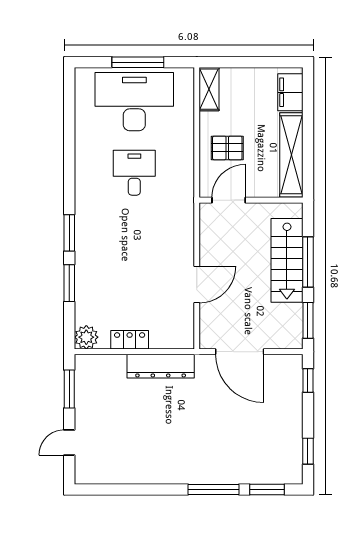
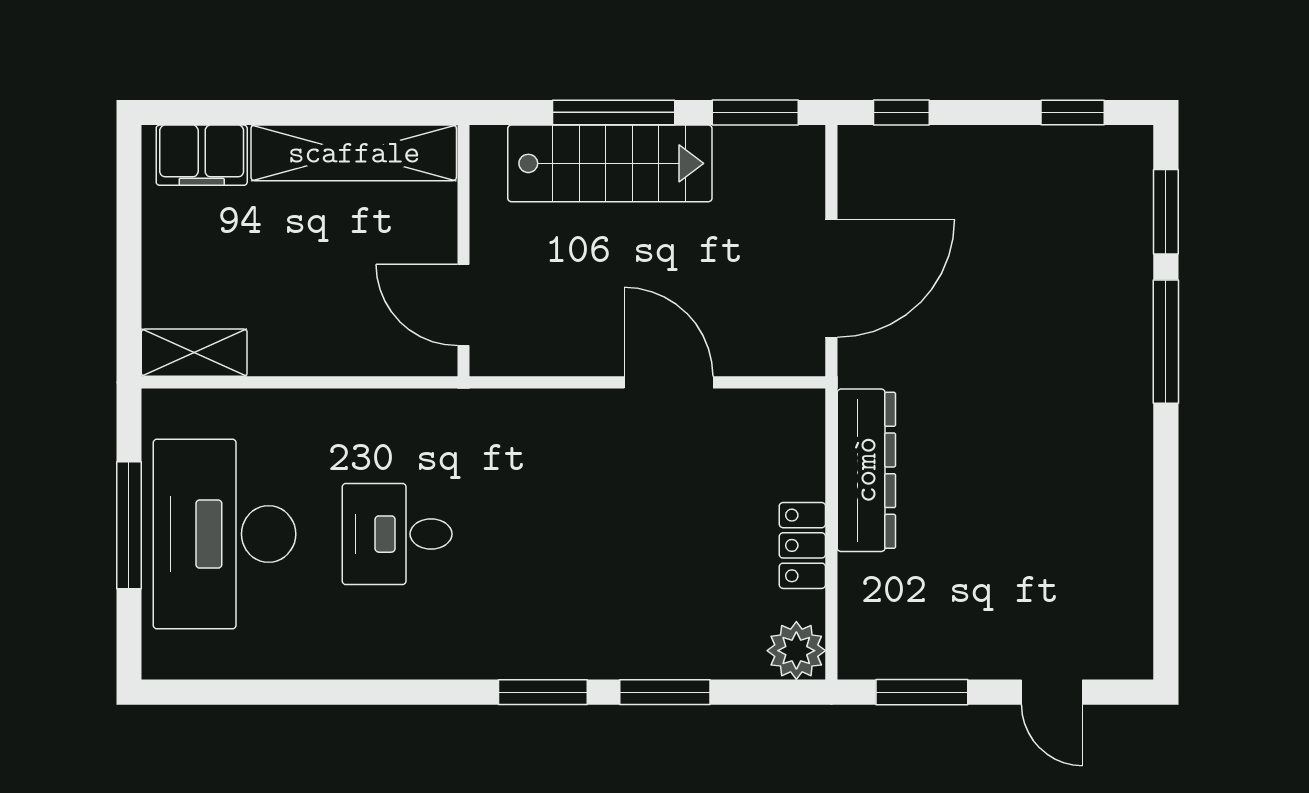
pallet: (227, 148) -> (337, 308), removed

